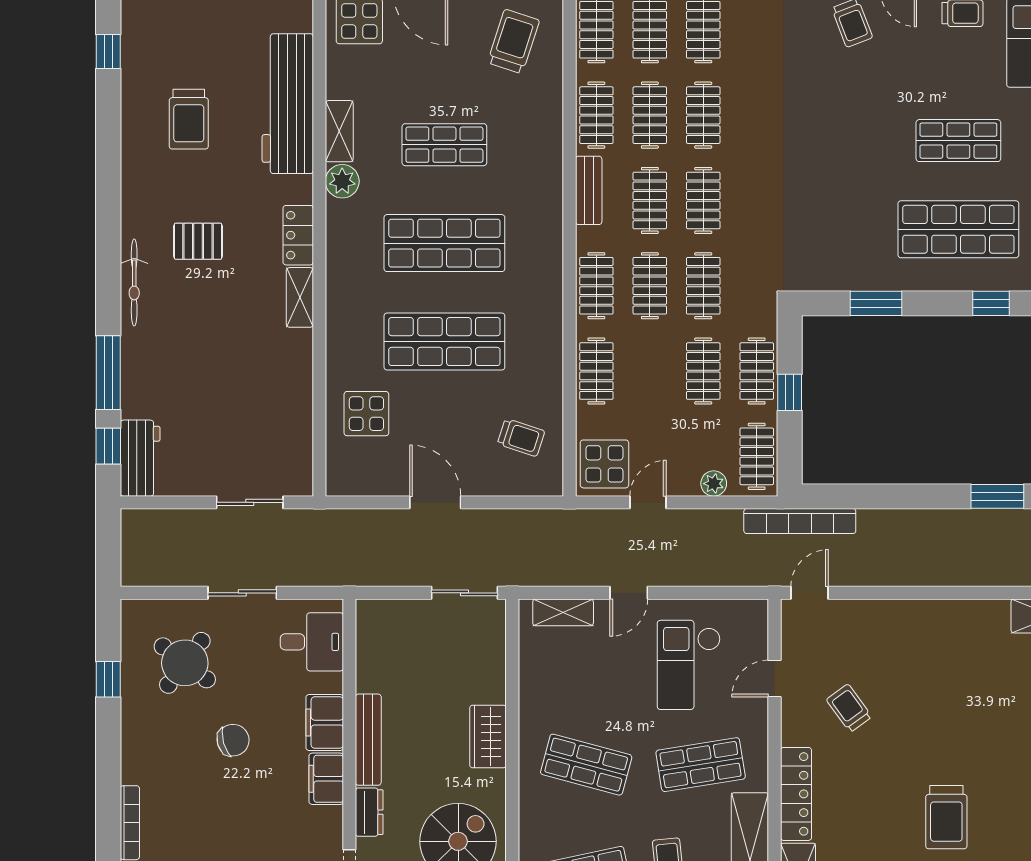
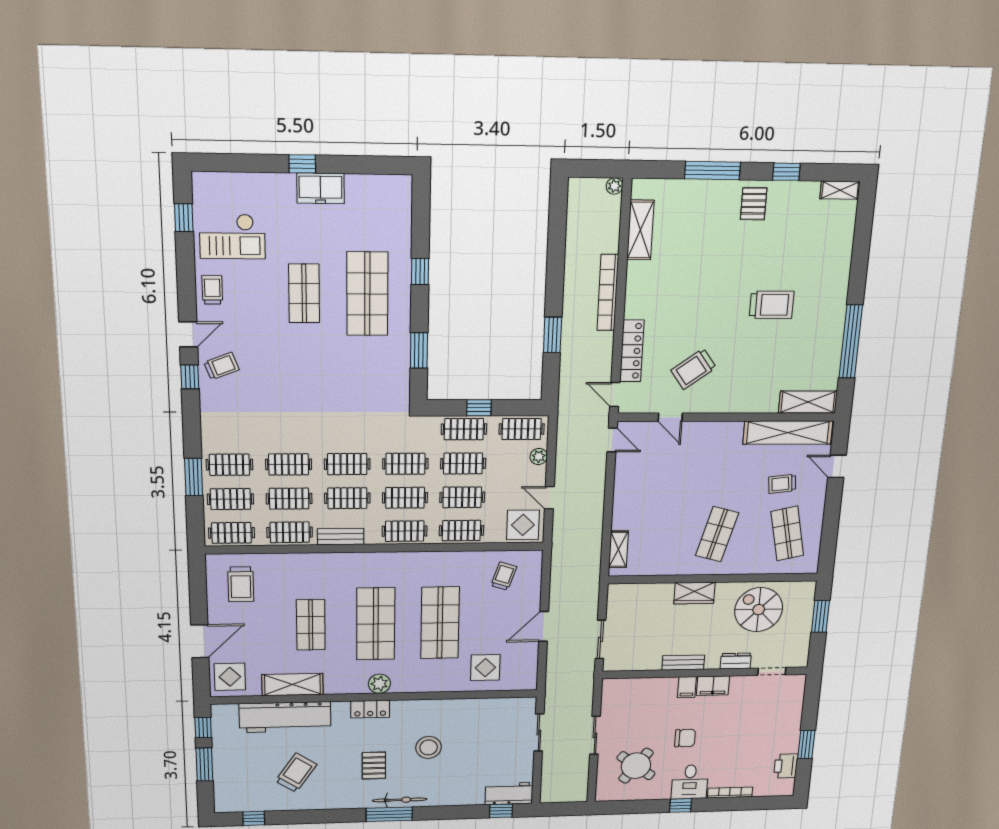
trolley: (513, 41) -> (241, 584), turned -108
trolley: (189, 119) -> (296, 773), turned -56
shelving: (339, 131) -> (293, 685), width x1.50, depth x1.33
plant: (342, 181) -> (379, 684), moved
shelving: (300, 297) -> (410, 707), removed
stool: (228, 327) -> (429, 747), added
clothes rail: (650, 371) -> (462, 497), added
window: (108, 373) -> (389, 814), moved
window: (997, 496) -> (553, 335), moved
bookcase: (800, 521) -> (608, 293), moved, turned 180
sliding door: (465, 593) -> (600, 639), moved
door: (629, 593) -> (612, 440), moved
desk: (312, 642) -> (690, 782), moved, turned 180
checkout: (689, 665) -> (658, 472), removed
window: (108, 679) -> (681, 805), moved
trolley: (849, 708) -> (693, 369), width x1.36, depth x1.39
filing cabinet: (325, 723) -> (687, 687), width x0.50
chair: (233, 740) -> (685, 738), turned 106
bench: (368, 740) -> (683, 663), width x0.73
shop shelf: (701, 765) -> (723, 464), removed
locker: (796, 794) -> (632, 351), moved, turned 90

